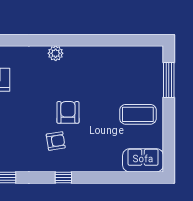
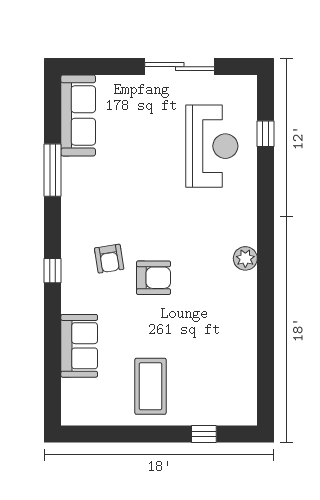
window: (169, 80) -> (204, 434), width x0.46
sofa: (143, 160) -> (79, 346), moved

